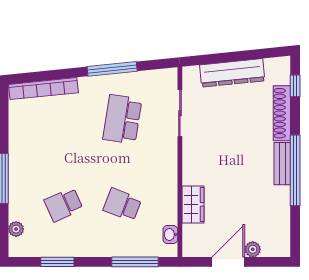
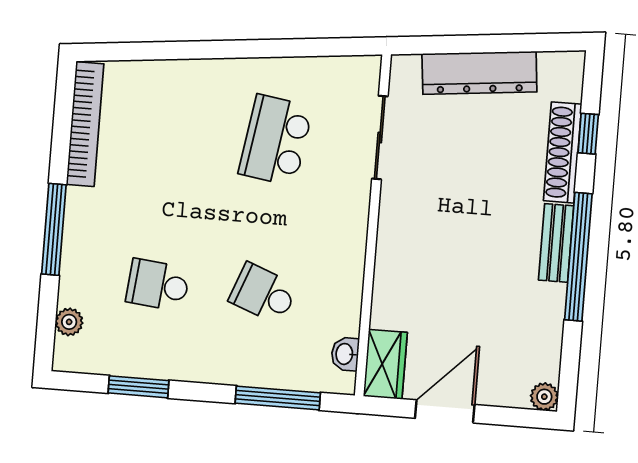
window: (112, 69) -> (265, 48), removed
window: (295, 86) -> (588, 134), moved
bookcase: (43, 89) -> (85, 124), moved, turned -84
wardrobe: (193, 204) -> (385, 364), moved
school desk: (64, 205) -> (158, 285), turned 30
plant: (253, 249) -> (544, 397), moved

